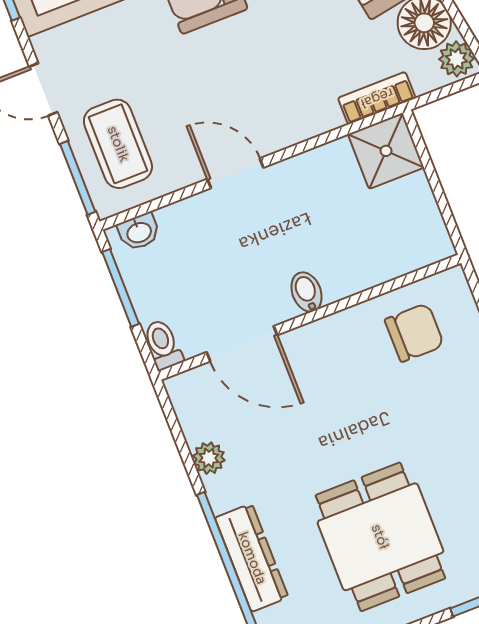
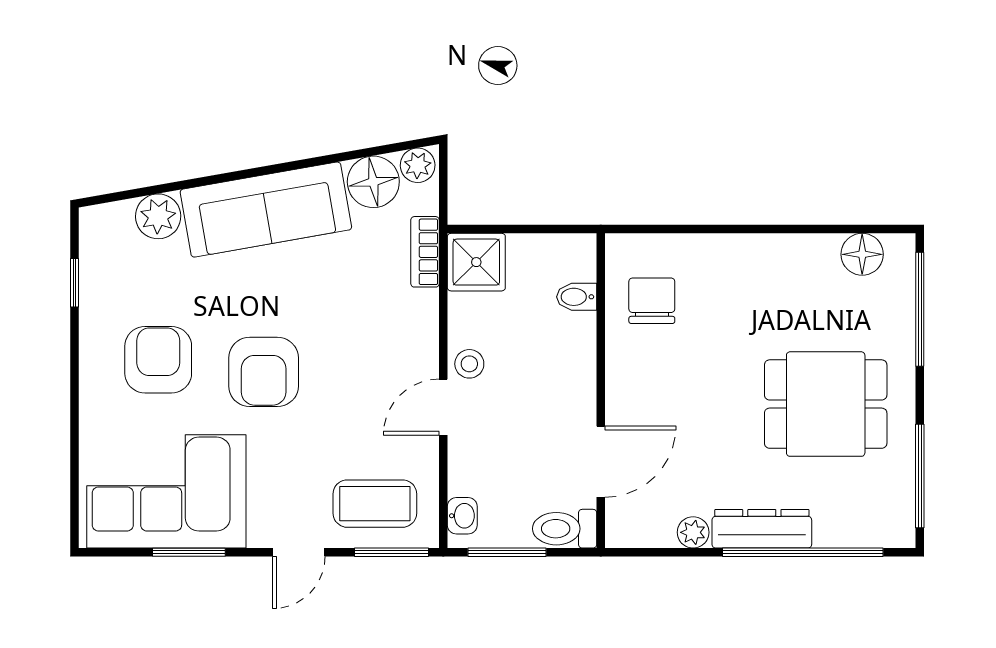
stool: (286, 182) -> (469, 364), added
bidet: (306, 292) -> (577, 297), moved
toilet: (163, 345) -> (565, 529), width x1.37, depth x1.39
dresser: (252, 558) -> (762, 529), moved

